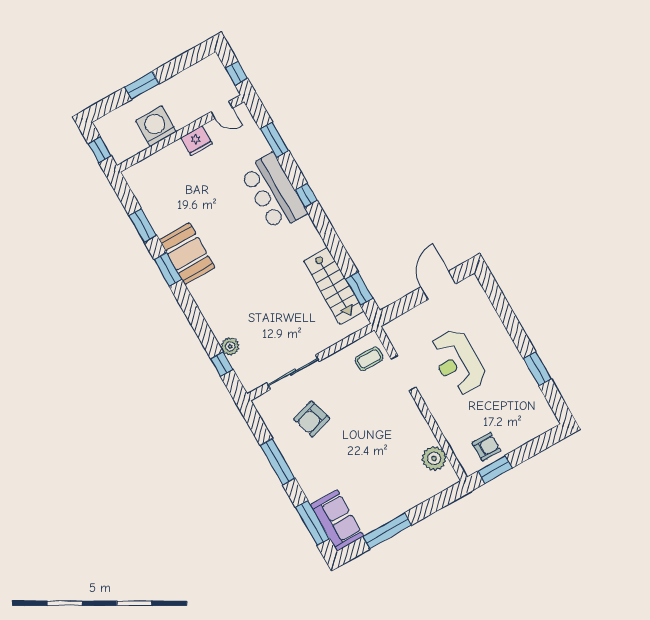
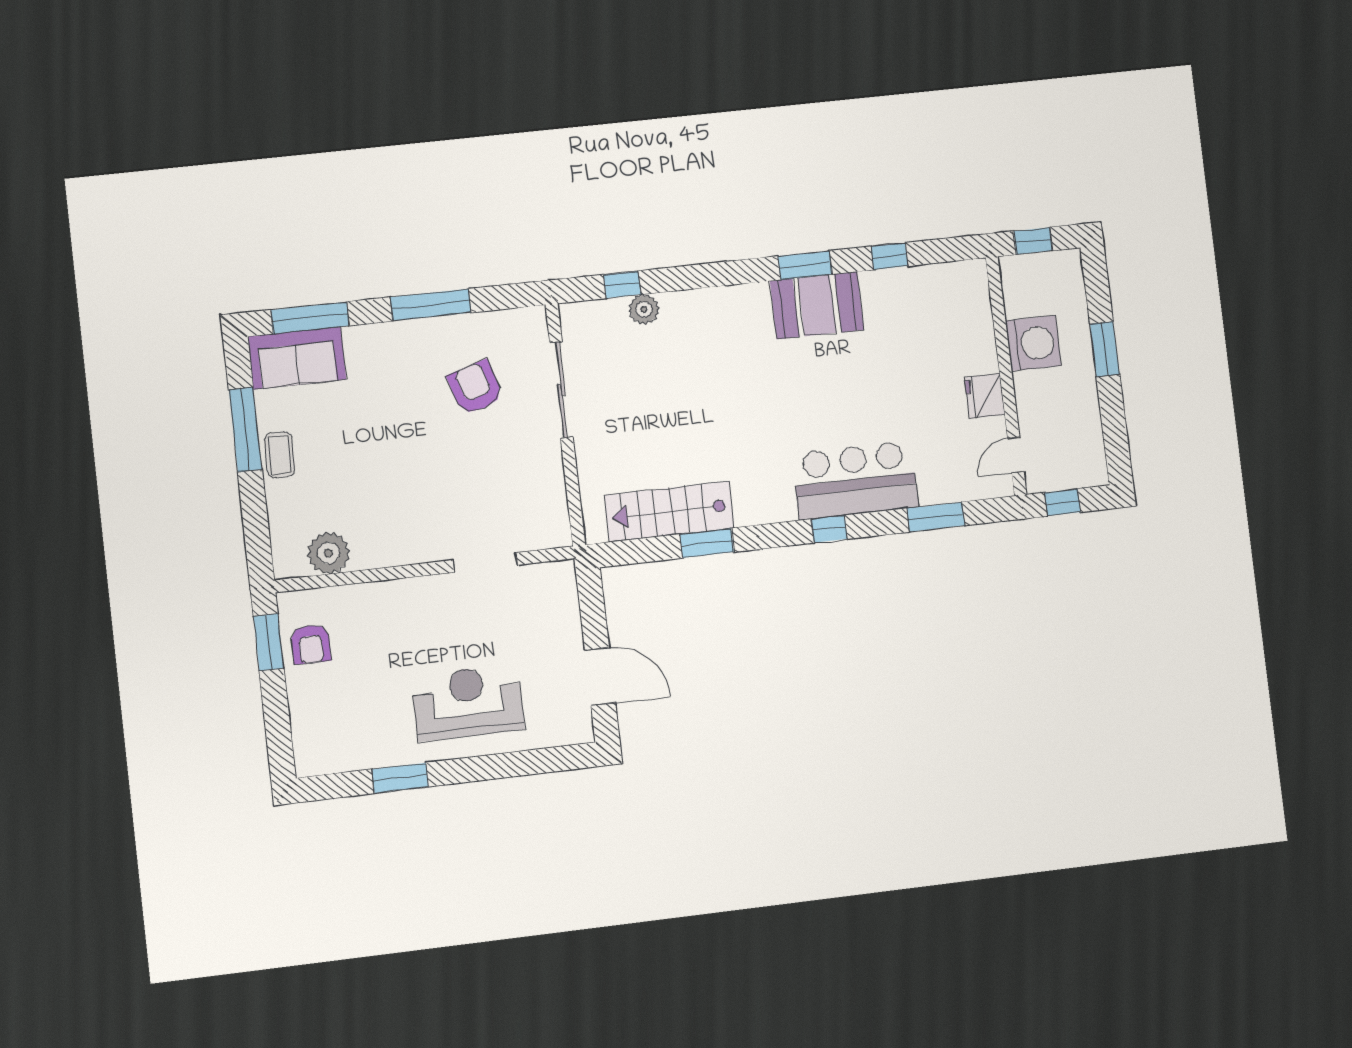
window: (143, 225) -> (889, 256), width x0.67
window: (359, 288) -> (707, 543), moved
coffee table: (369, 359) -> (280, 455), moved
reception desk: (458, 362) -> (468, 702), moved

